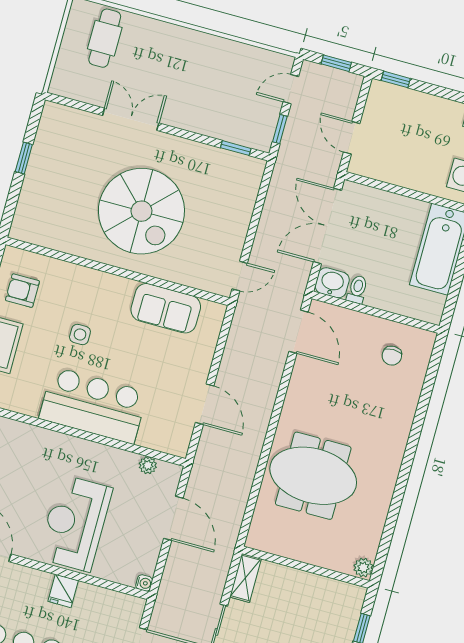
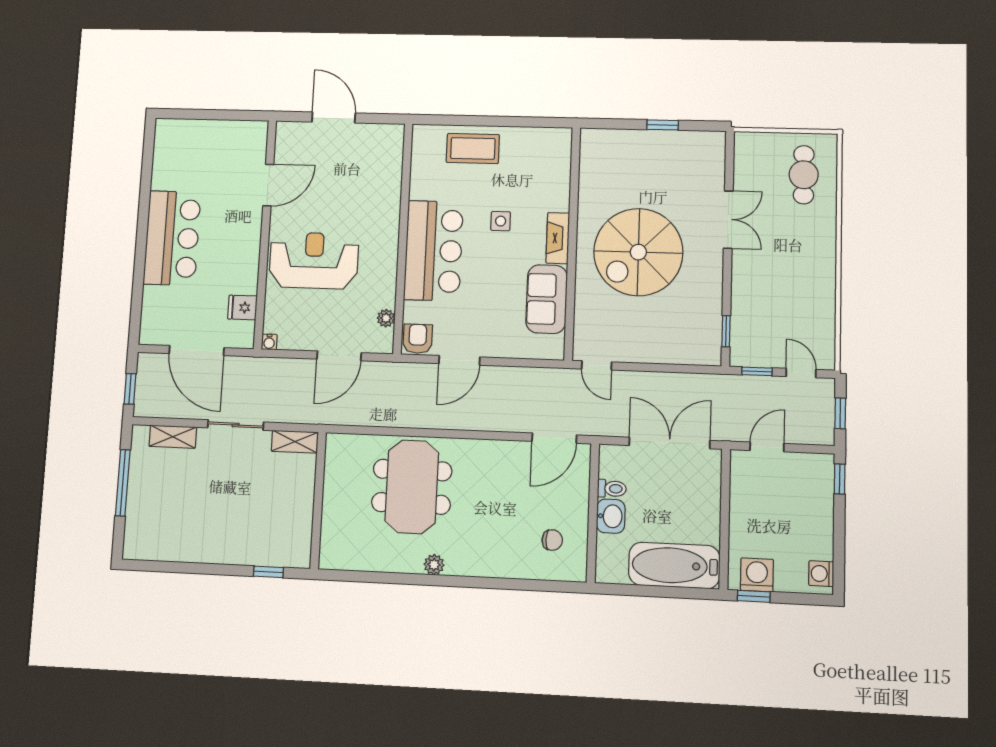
cafe table: (105, 38) -> (804, 175), turned 90
washbasin: (332, 283) -> (611, 516), moved
fireplace: (110, 284) -> (558, 238), added
armchair: (22, 291) -> (418, 339), moved
chair: (392, 356) -> (552, 540), turned 180
plant: (363, 568) -> (434, 565), moved
fridge: (63, 591) -> (242, 308), moved

